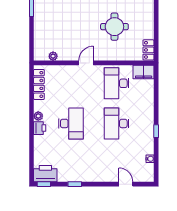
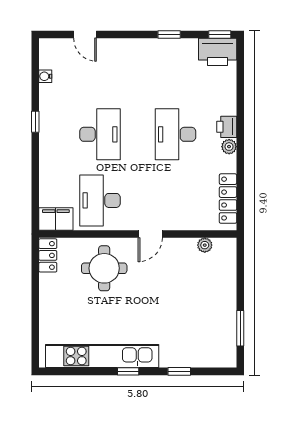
round table: (114, 27) -> (104, 268), moved
desk: (117, 83) -> (100, 200), turned 180

